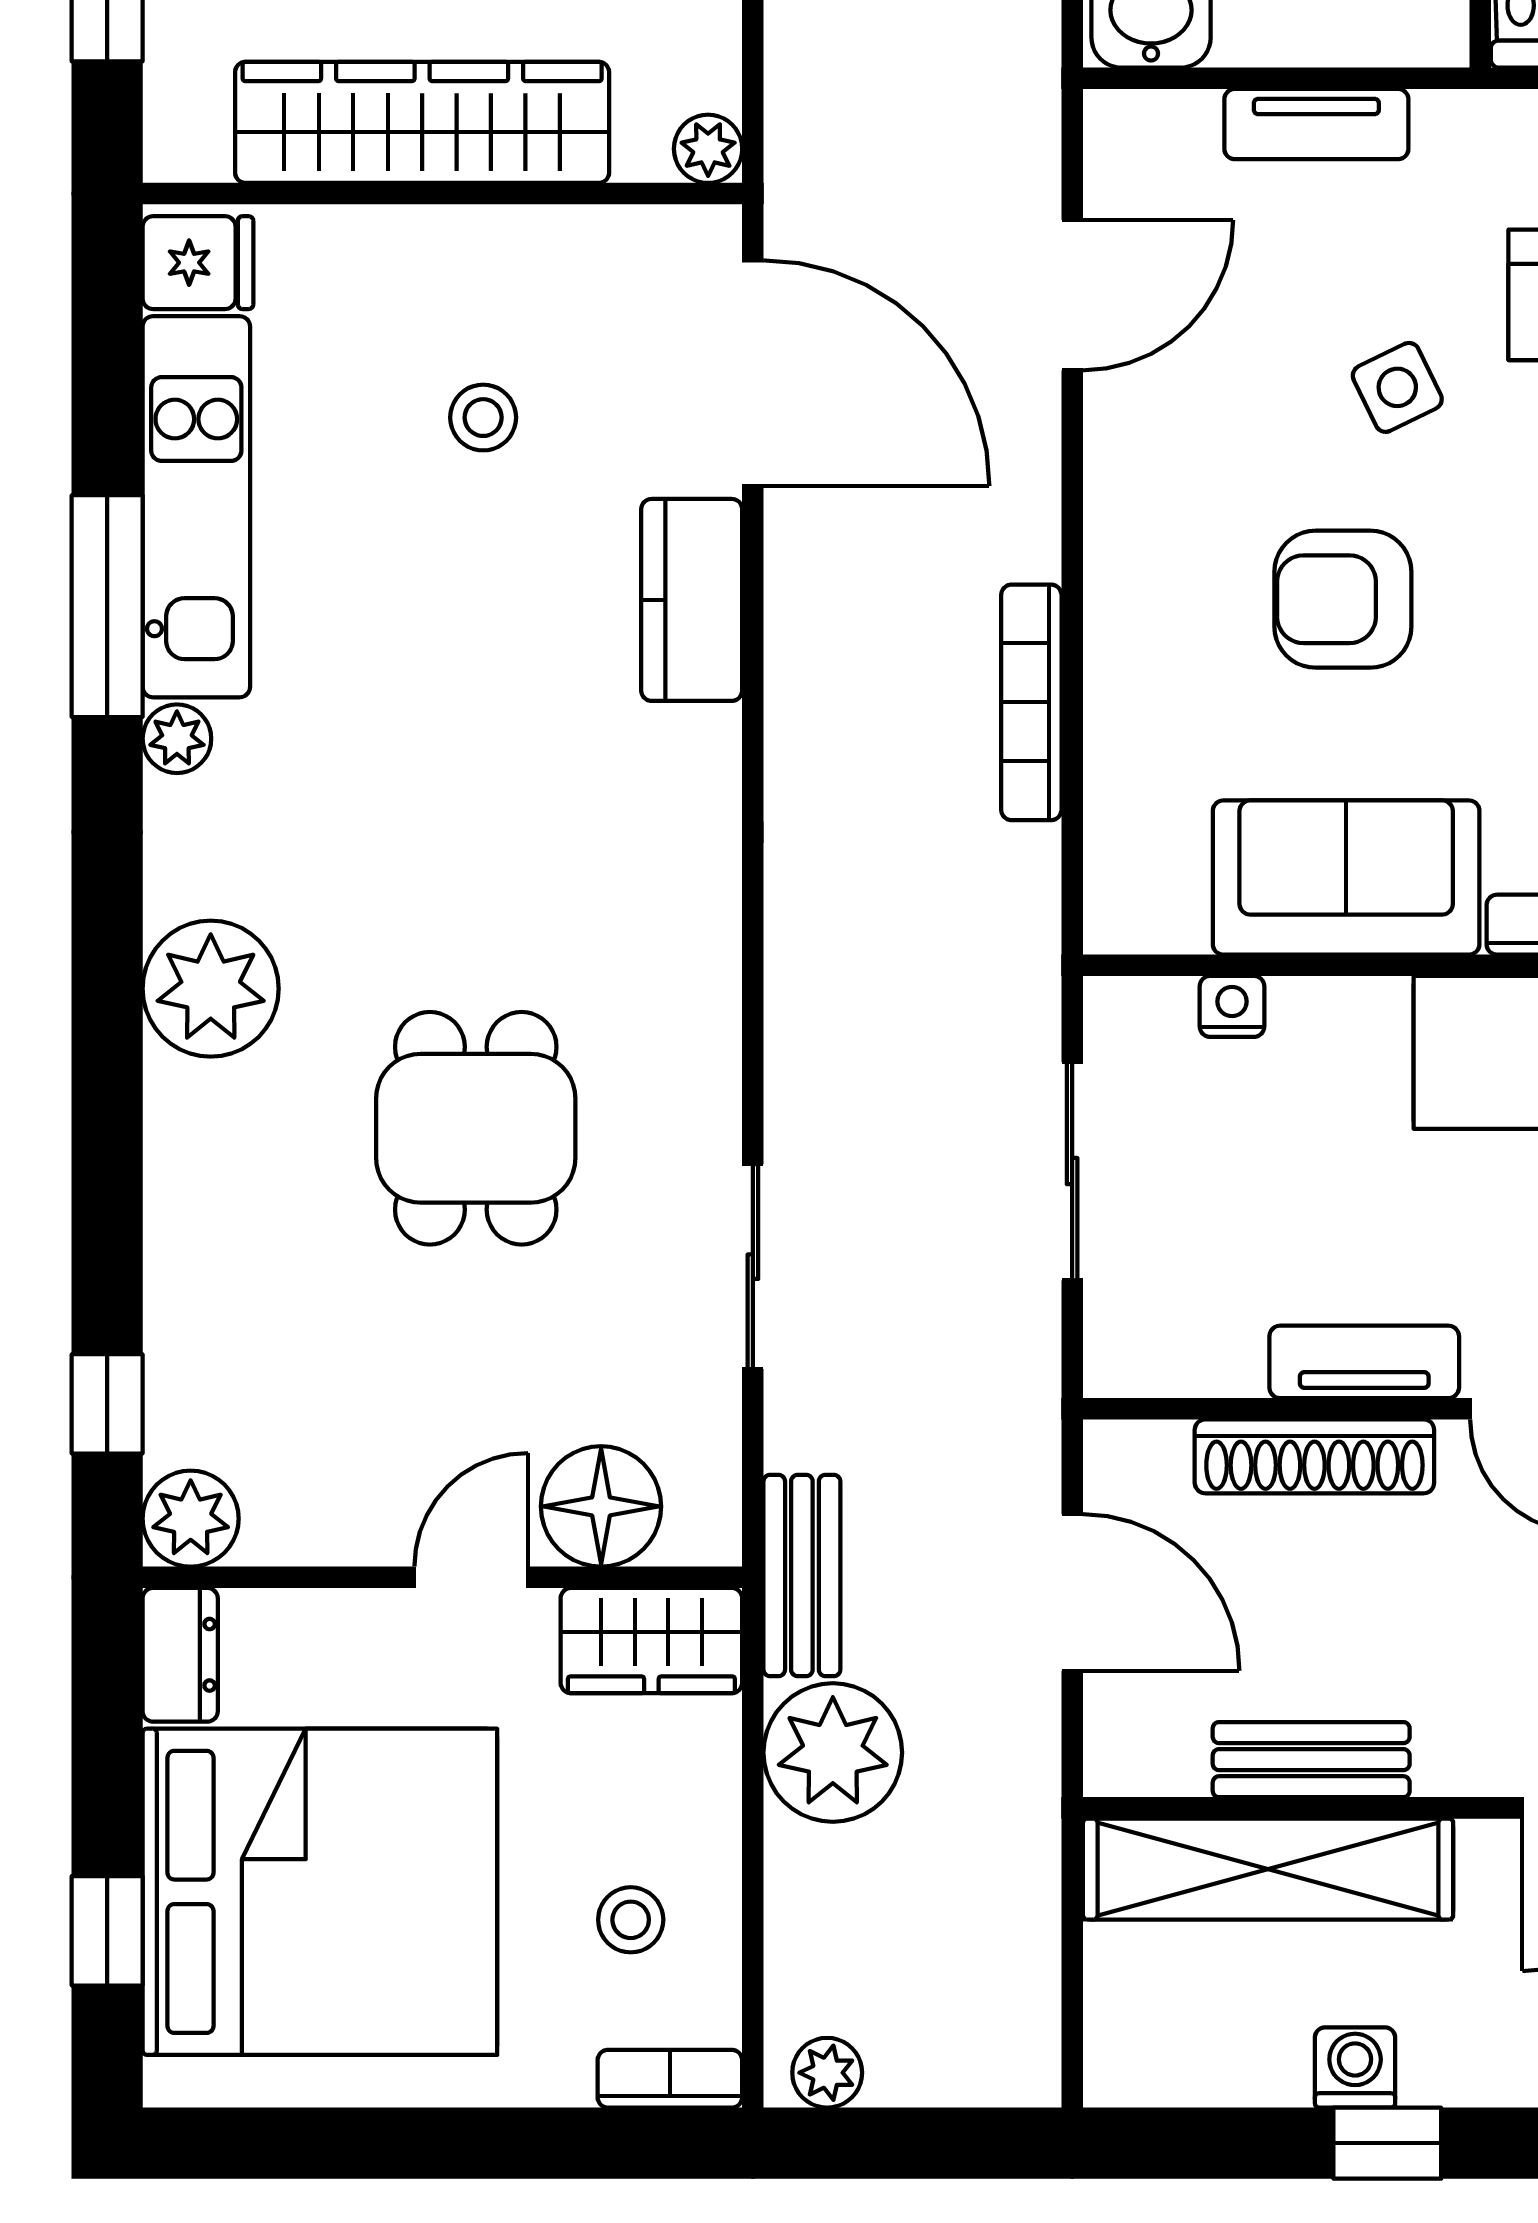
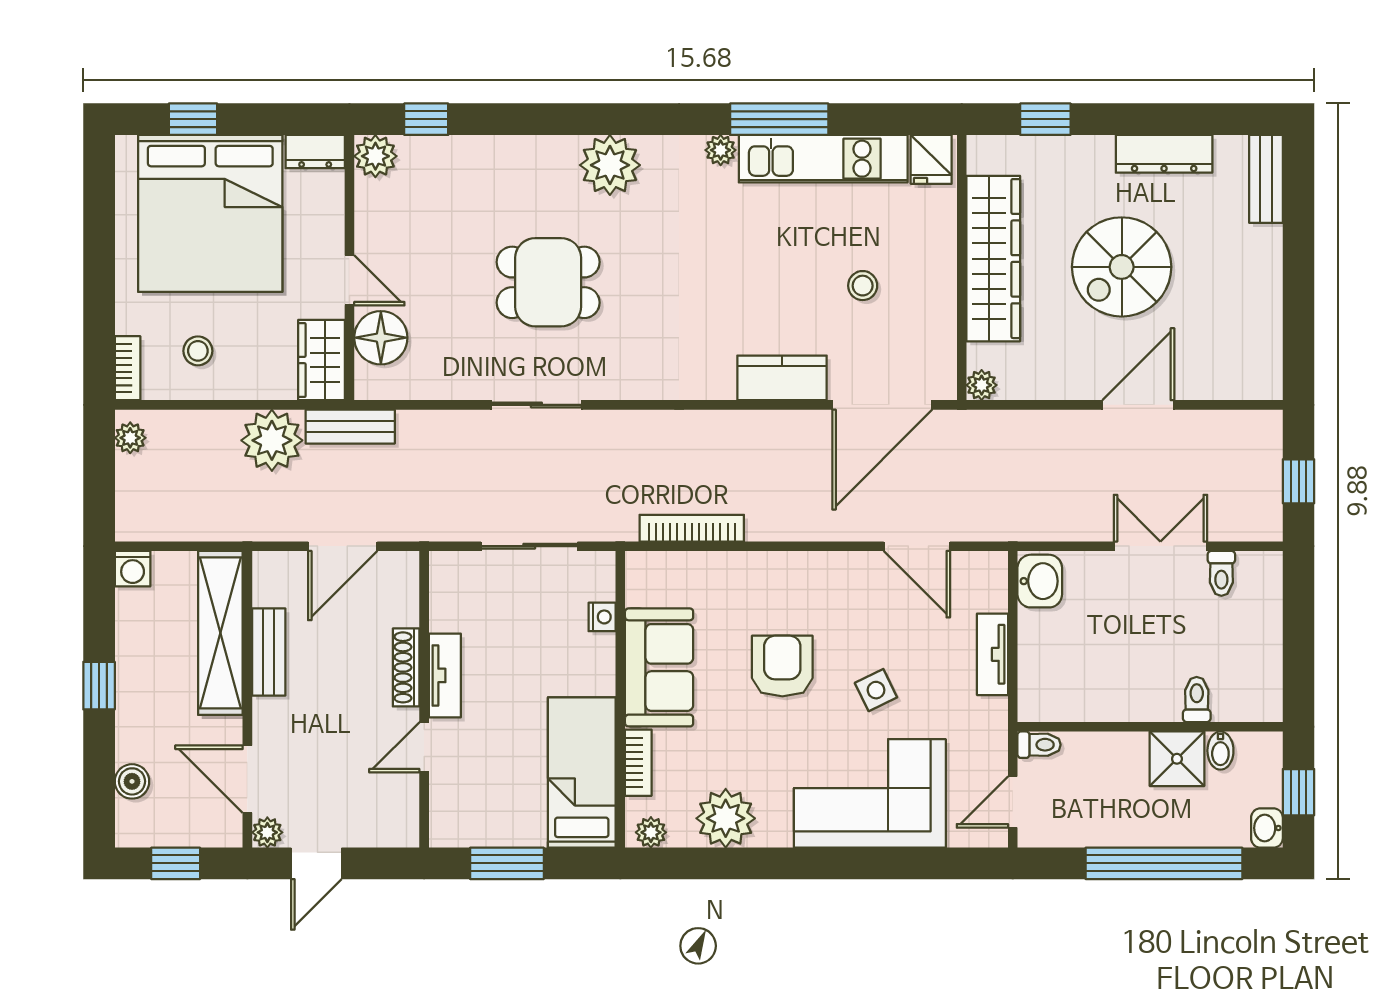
bookcase: (1031, 702) -> (692, 528), moved
sliding door: (753, 1267) -> (536, 405), moved
shoe rack: (1314, 1456) -> (406, 667), width x0.74, depth x0.81
washing machine: (1355, 2067) -> (133, 569), moved, turned 90

